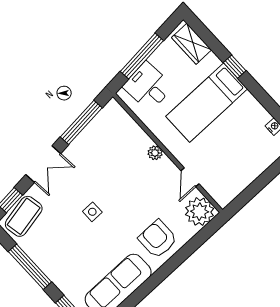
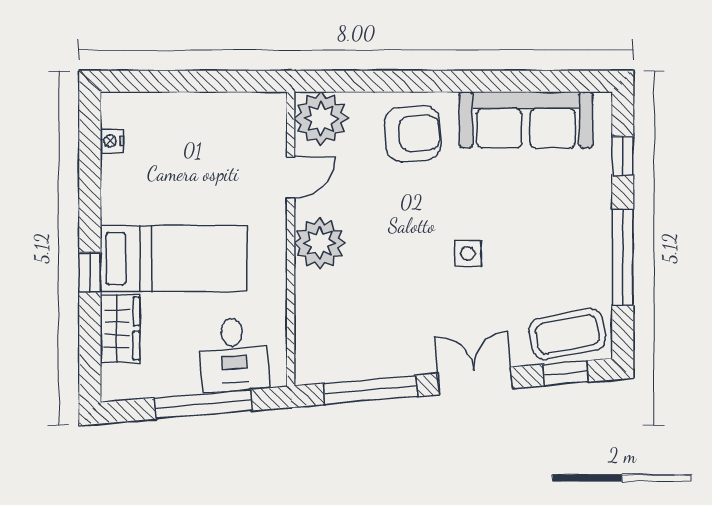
wardrobe: (192, 44) -> (120, 328), moved
plant: (155, 153) -> (320, 243), width x1.88, depth x1.88
armchair: (158, 239) -> (413, 134), turned -94

